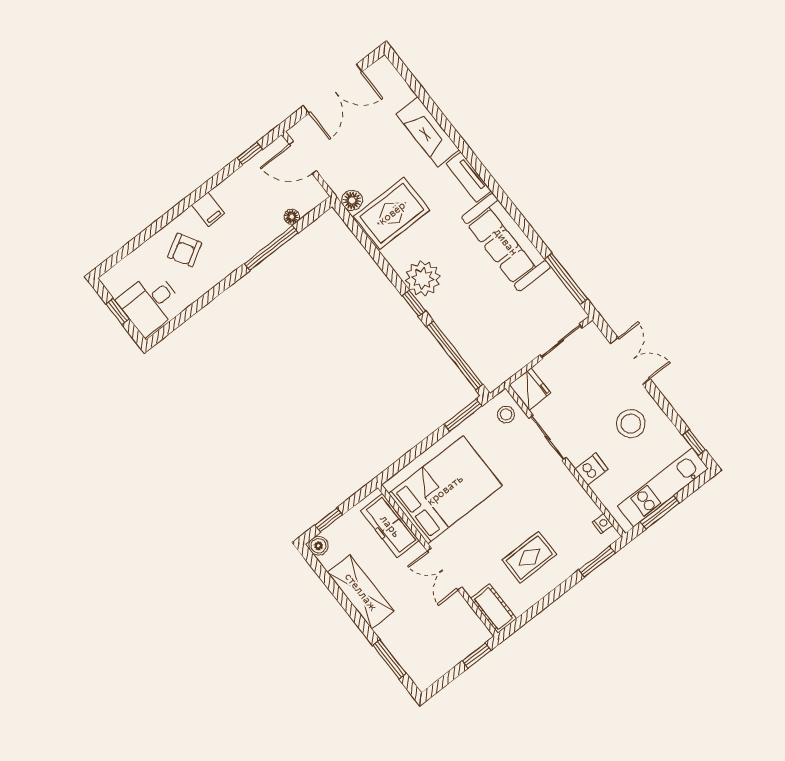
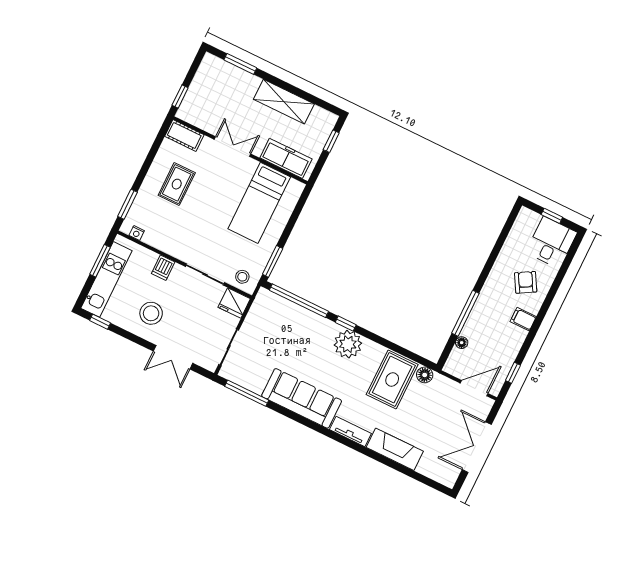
desk: (150, 303) -> (551, 242), moved
bed: (445, 490) -> (259, 203), width x0.67
boiler: (318, 546) -> (329, 120), removed

